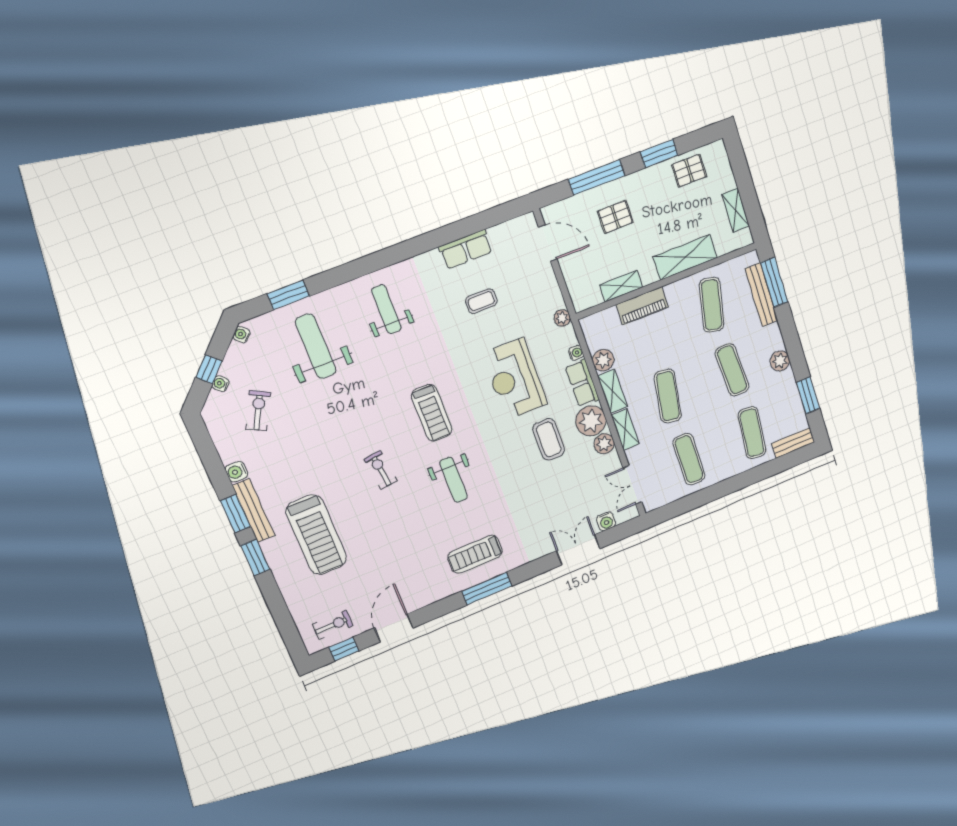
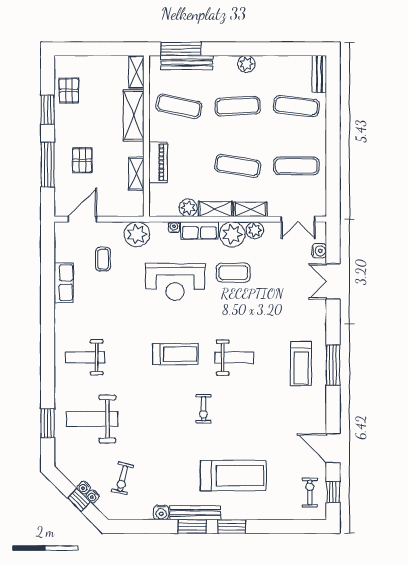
shelving: (736, 210) -> (136, 72), moved, turned 90
coffee table: (481, 301) -> (103, 259), moved
plant: (562, 318) -> (137, 234), width x1.87, depth x1.87
water cooler: (242, 335) -> (84, 488), moved
window: (808, 395) -> (285, 49), removed
exercise bike: (258, 411) -> (123, 479), turned -105
exercise bike: (381, 470) -> (203, 409), turned -83

